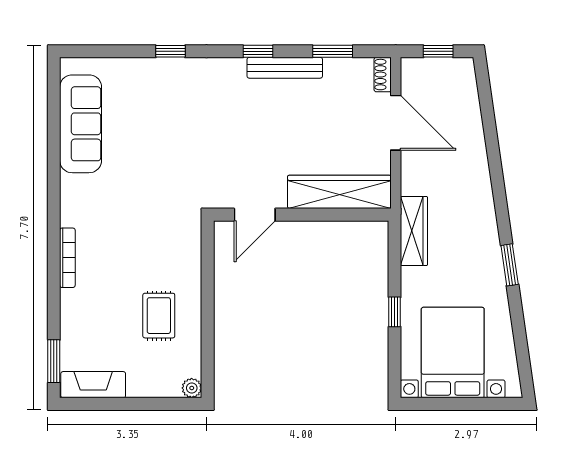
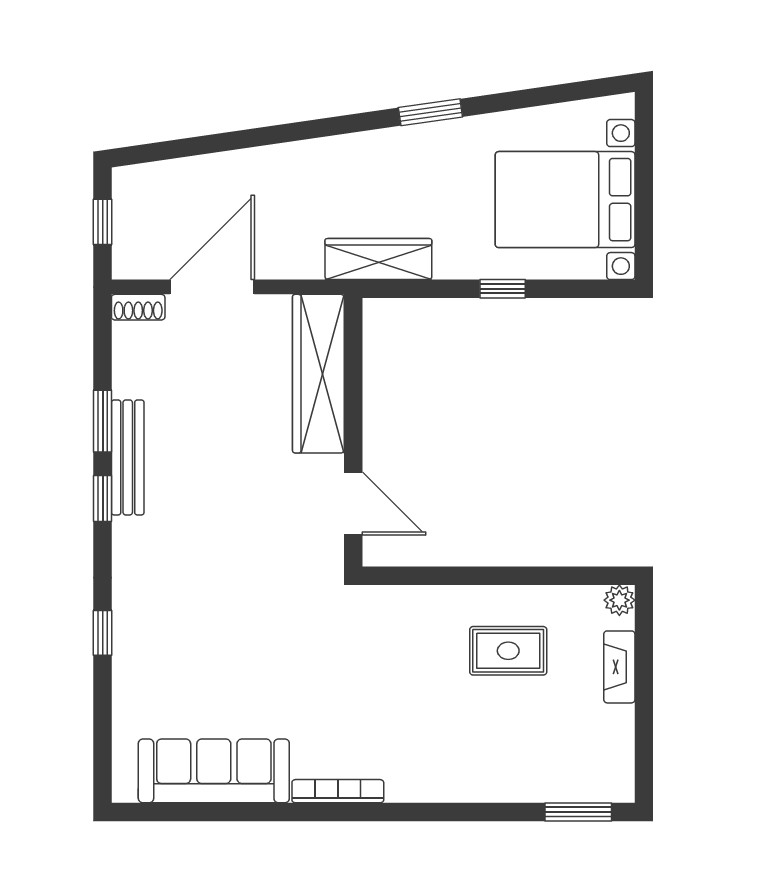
window: (333, 51) -> (103, 421), moved
bookcase: (67, 258) -> (338, 791), moved
fireplace: (93, 385) -> (619, 667), moved, width x0.73, depth x0.76

